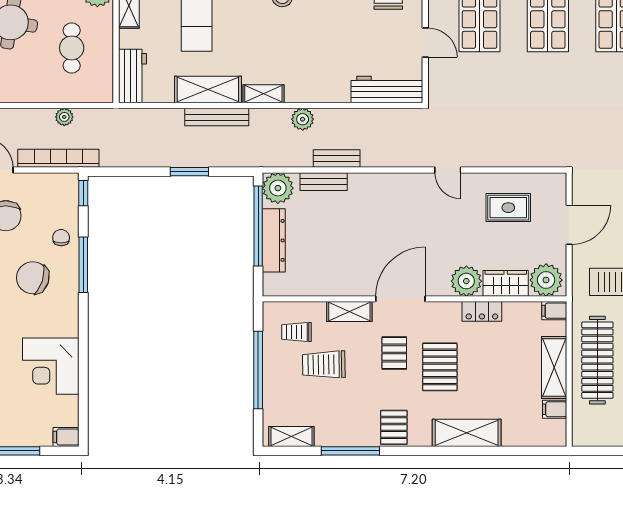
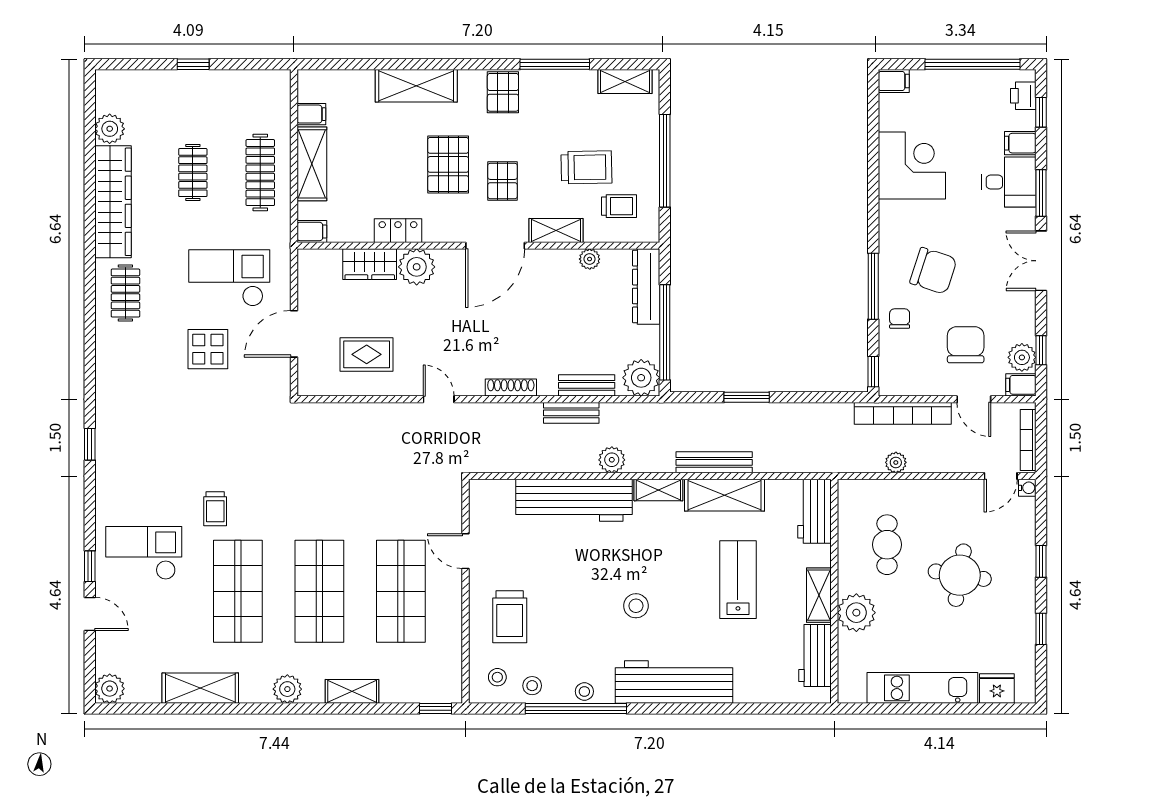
workbench: (387, 90) -> (574, 500), moved, width x1.36, depth x1.32
shoe rack: (387, 180) -> (511, 387), added
chair: (61, 238) -> (900, 319), turned 180
dresser: (274, 240) -> (646, 287), moved
plant: (546, 280) -> (590, 259), moved, width x0.53, depth x0.53
clothes rail: (597, 360) -> (260, 173), width x0.73, depth x0.76

